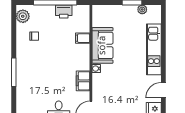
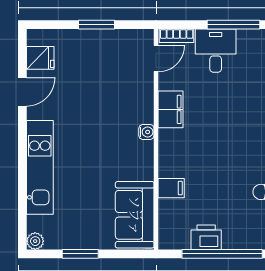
plant: (142, 9) -> (35, 241), moved
sofa: (102, 45) -> (135, 215), moved

